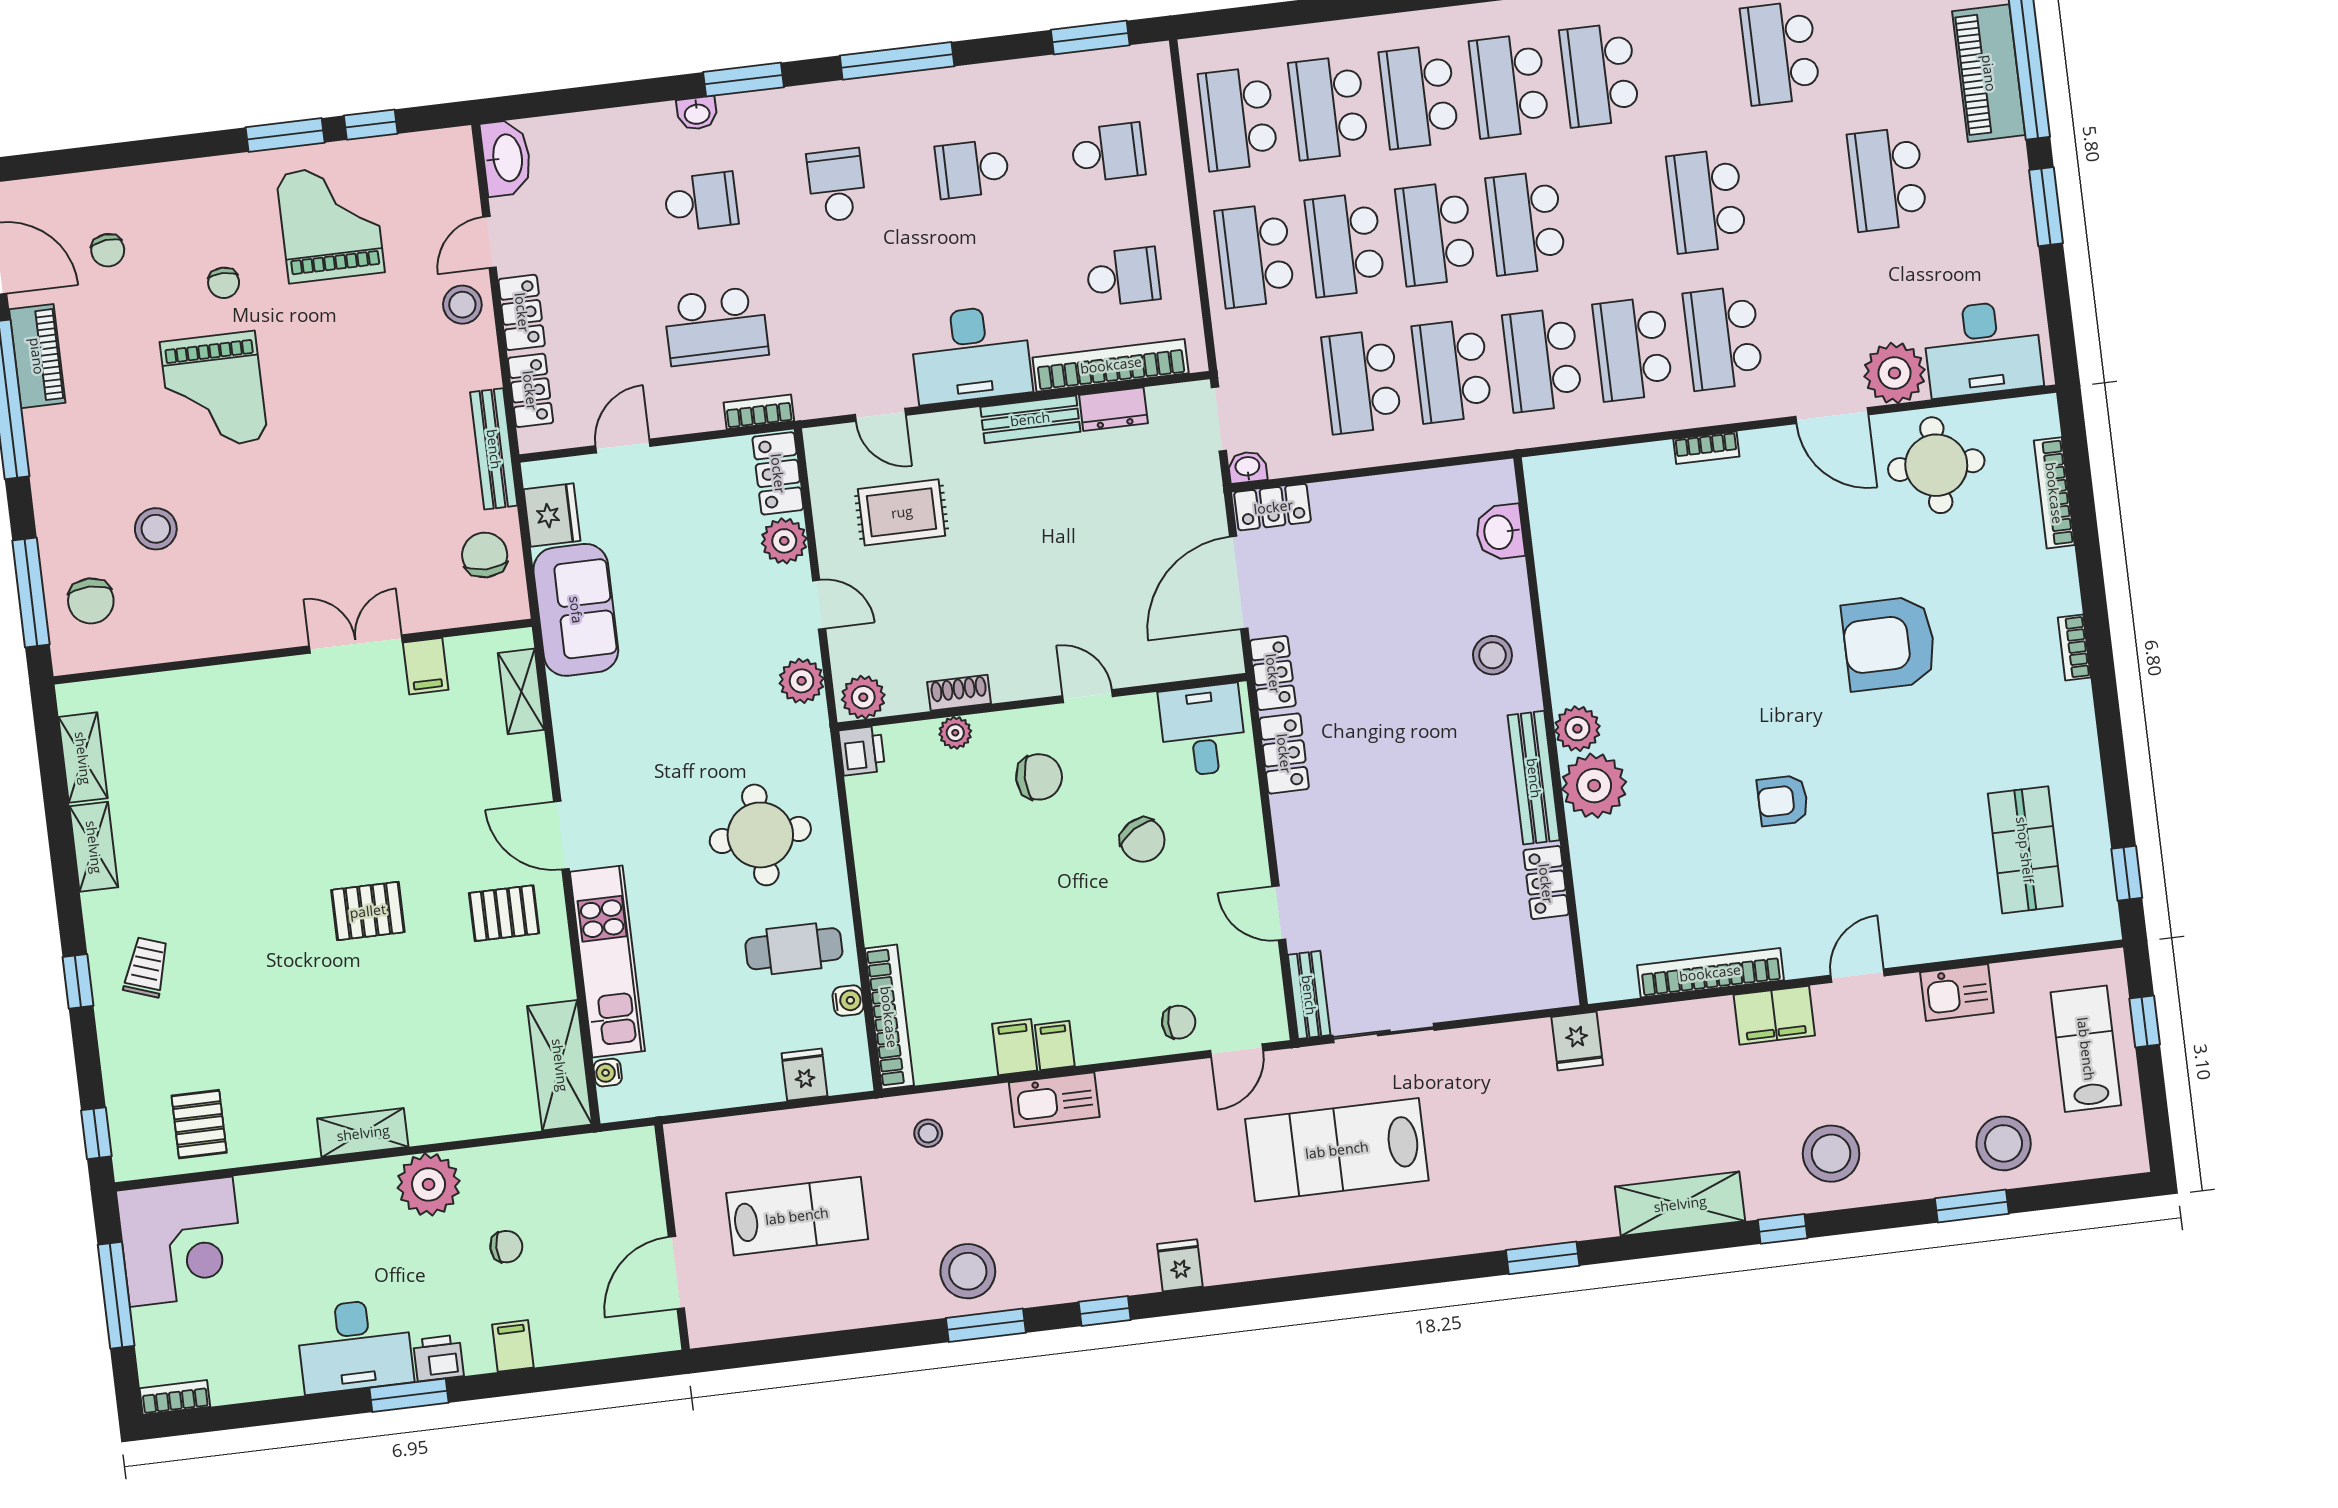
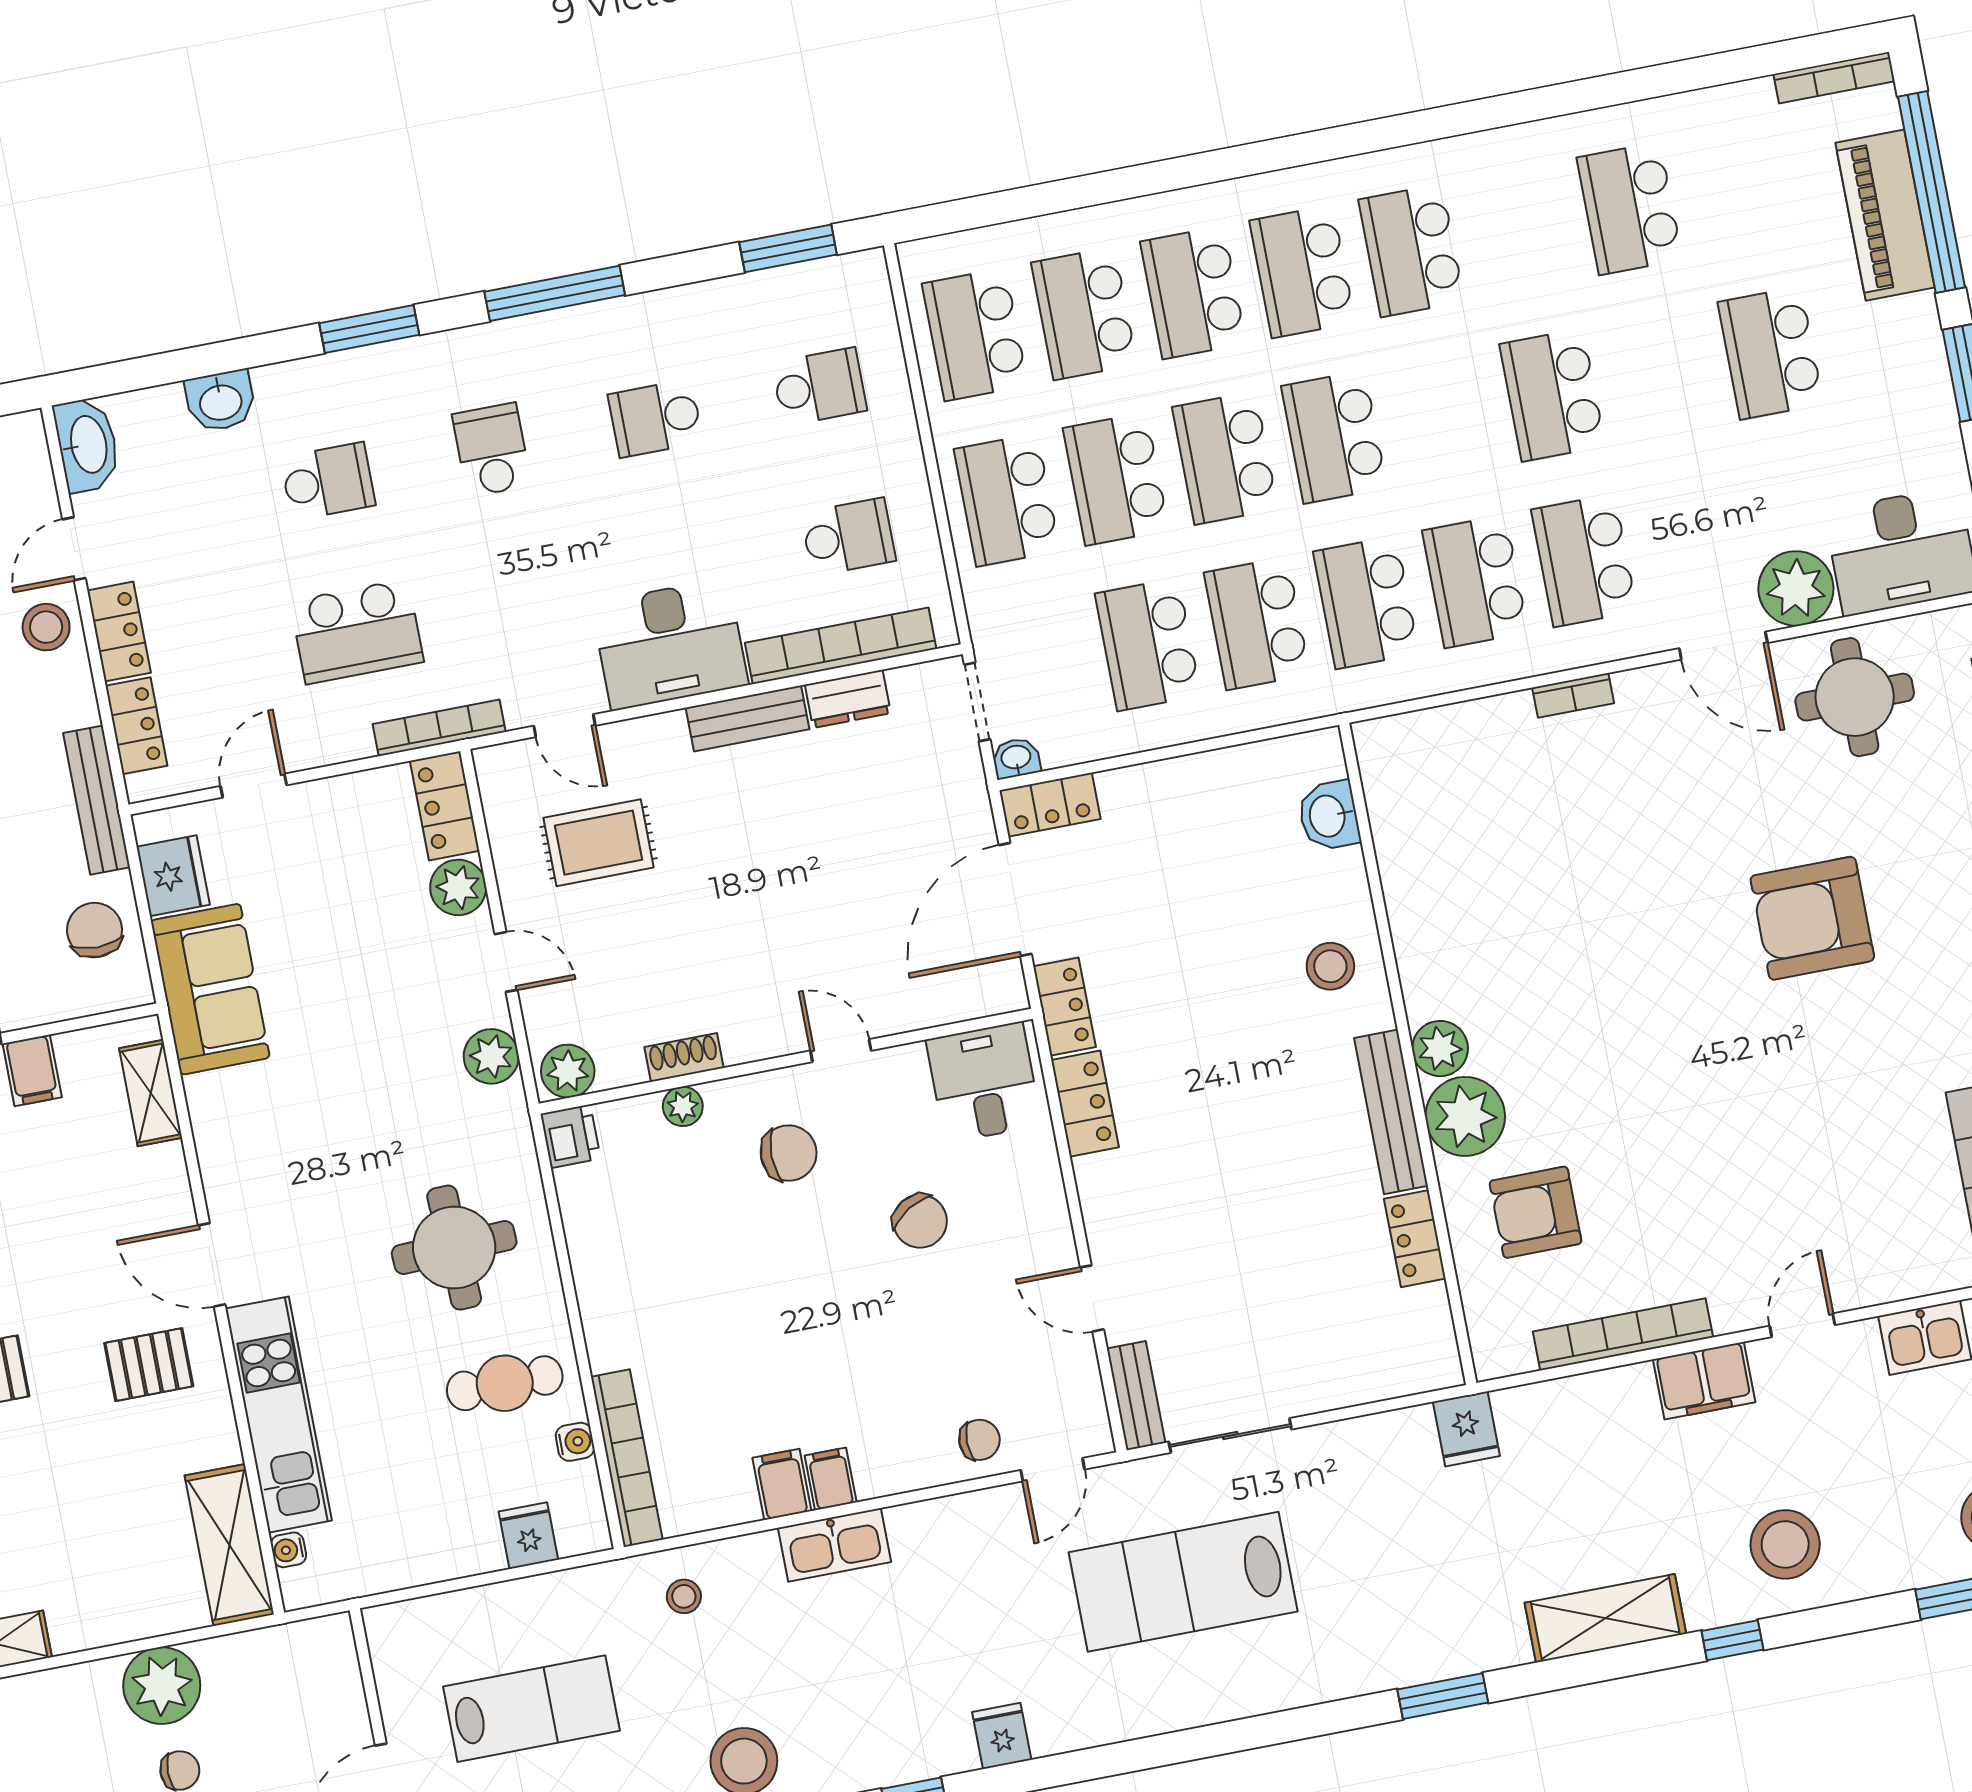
washbasin: (697, 113) -> (220, 401), moved, width x1.38, depth x1.45
bookcase: (759, 412) -> (439, 728), width x1.56
armchair: (1783, 801) -> (1536, 1212), moved, width x1.38, depth x1.38
plant: (429, 1184) -> (162, 1686), moved

